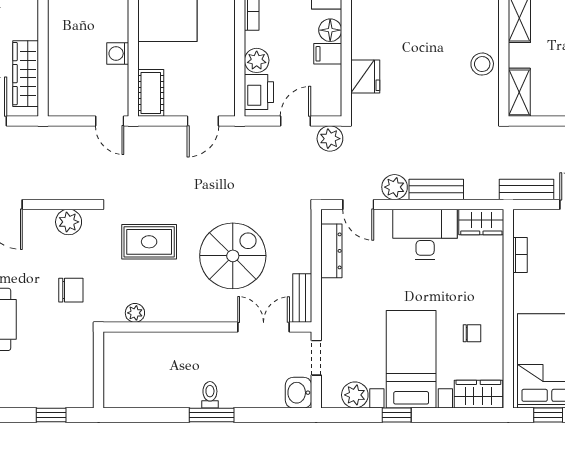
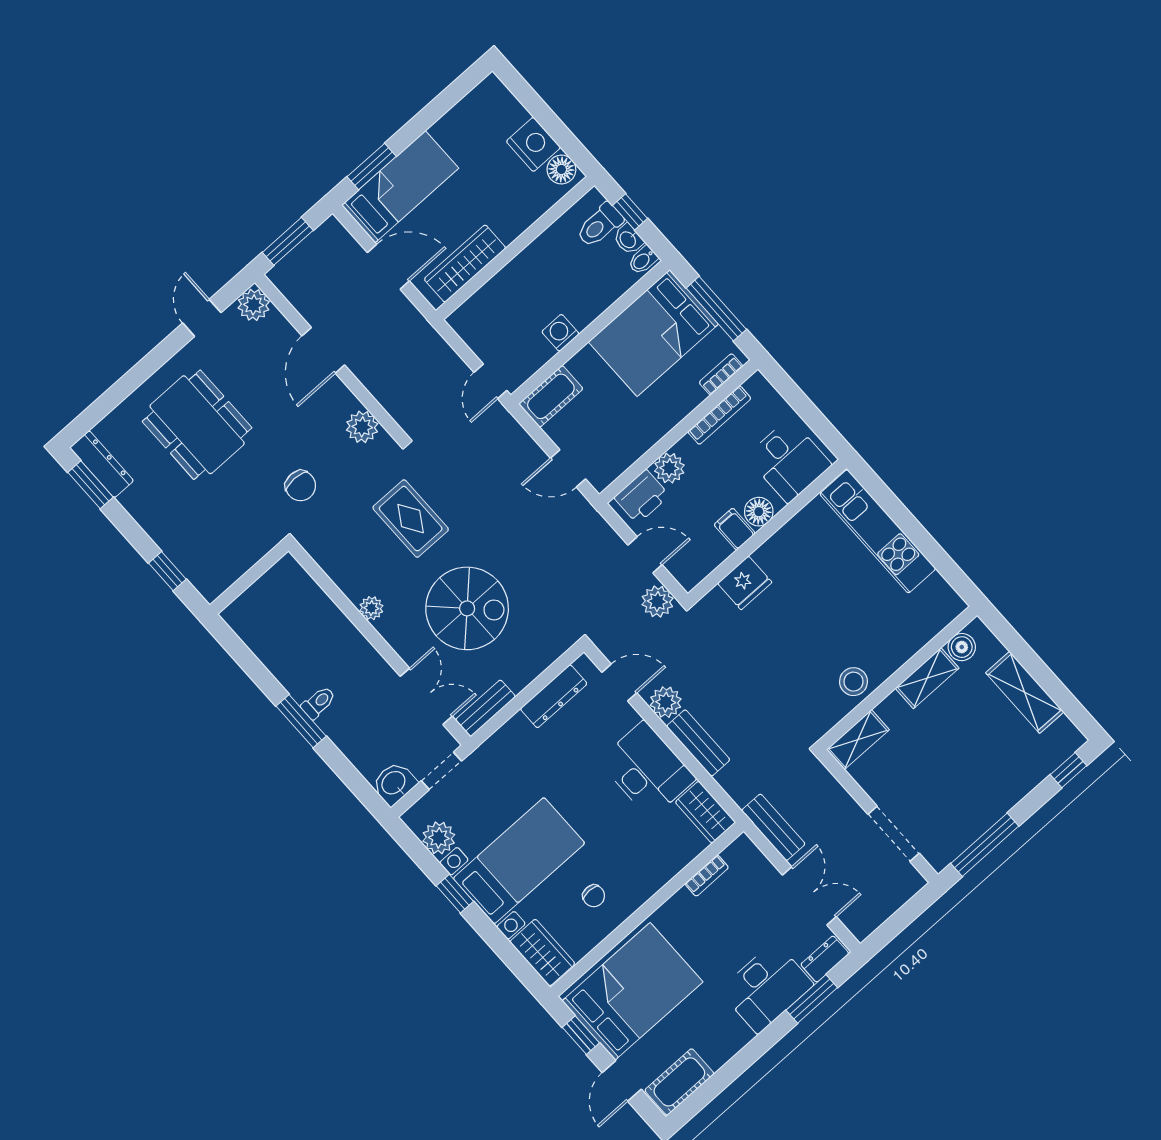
door: (358, 204) -> (619, 683), swing flipped
plant: (135, 313) -> (371, 608), moved

